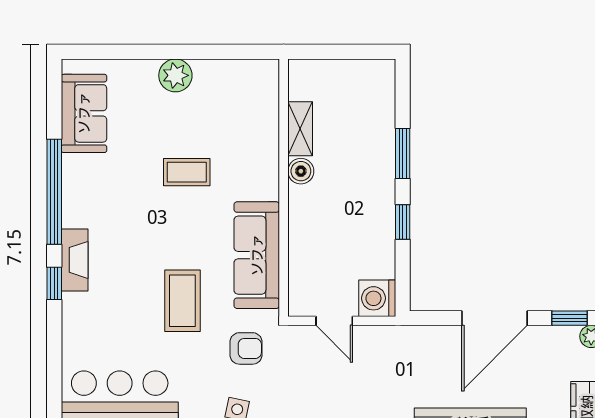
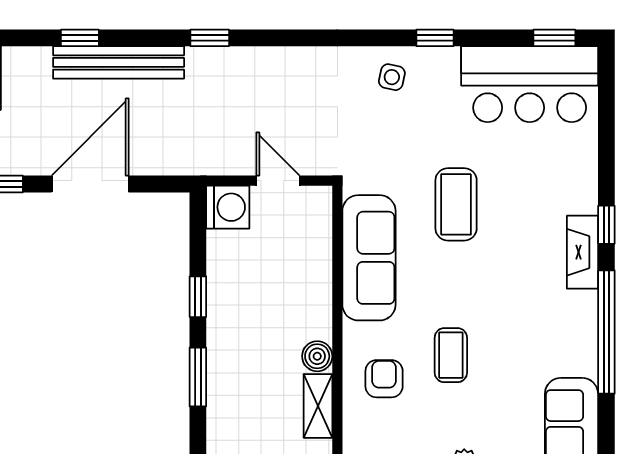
coffee table: (187, 172) -> (451, 355), turned 90
armchair: (246, 348) -> (384, 379), moved, turned 90

